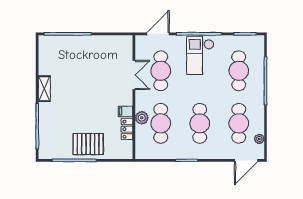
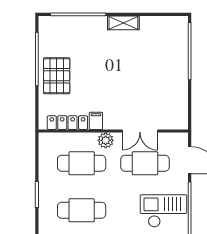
plant: (142, 118) -> (106, 140), moved
locker: (127, 129) -> (67, 123), width x1.53

